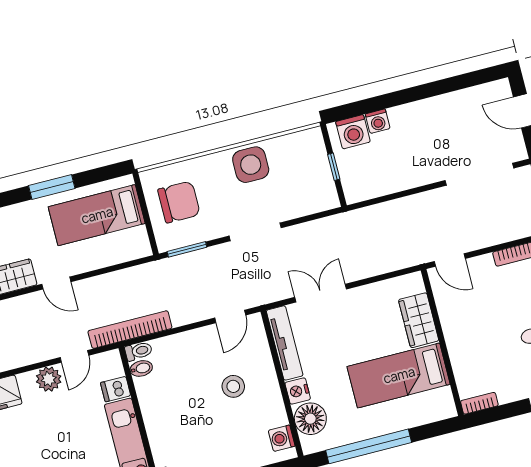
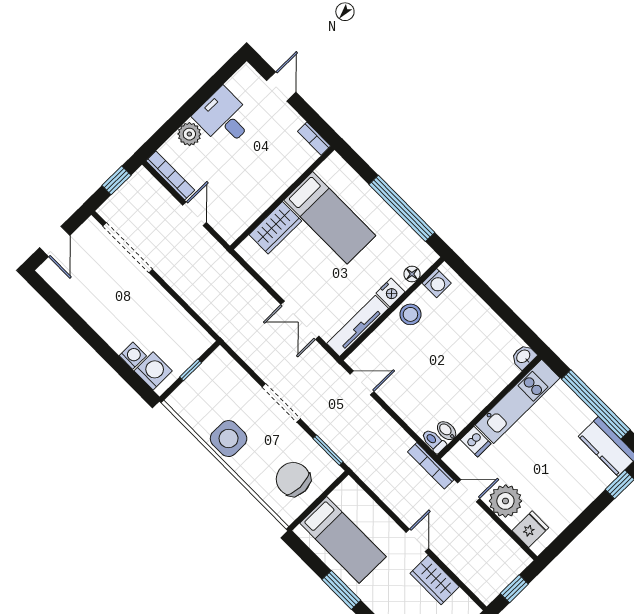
door: (450, 260) -> (195, 214), moved
bookcase: (130, 330) -> (431, 466), width x0.68, depth x0.76
plant: (49, 379) -> (505, 501), width x1.36, depth x1.36
stool: (233, 386) -> (410, 314), moved
floor lamp: (310, 419) -> (412, 274), width x0.53, depth x0.53

